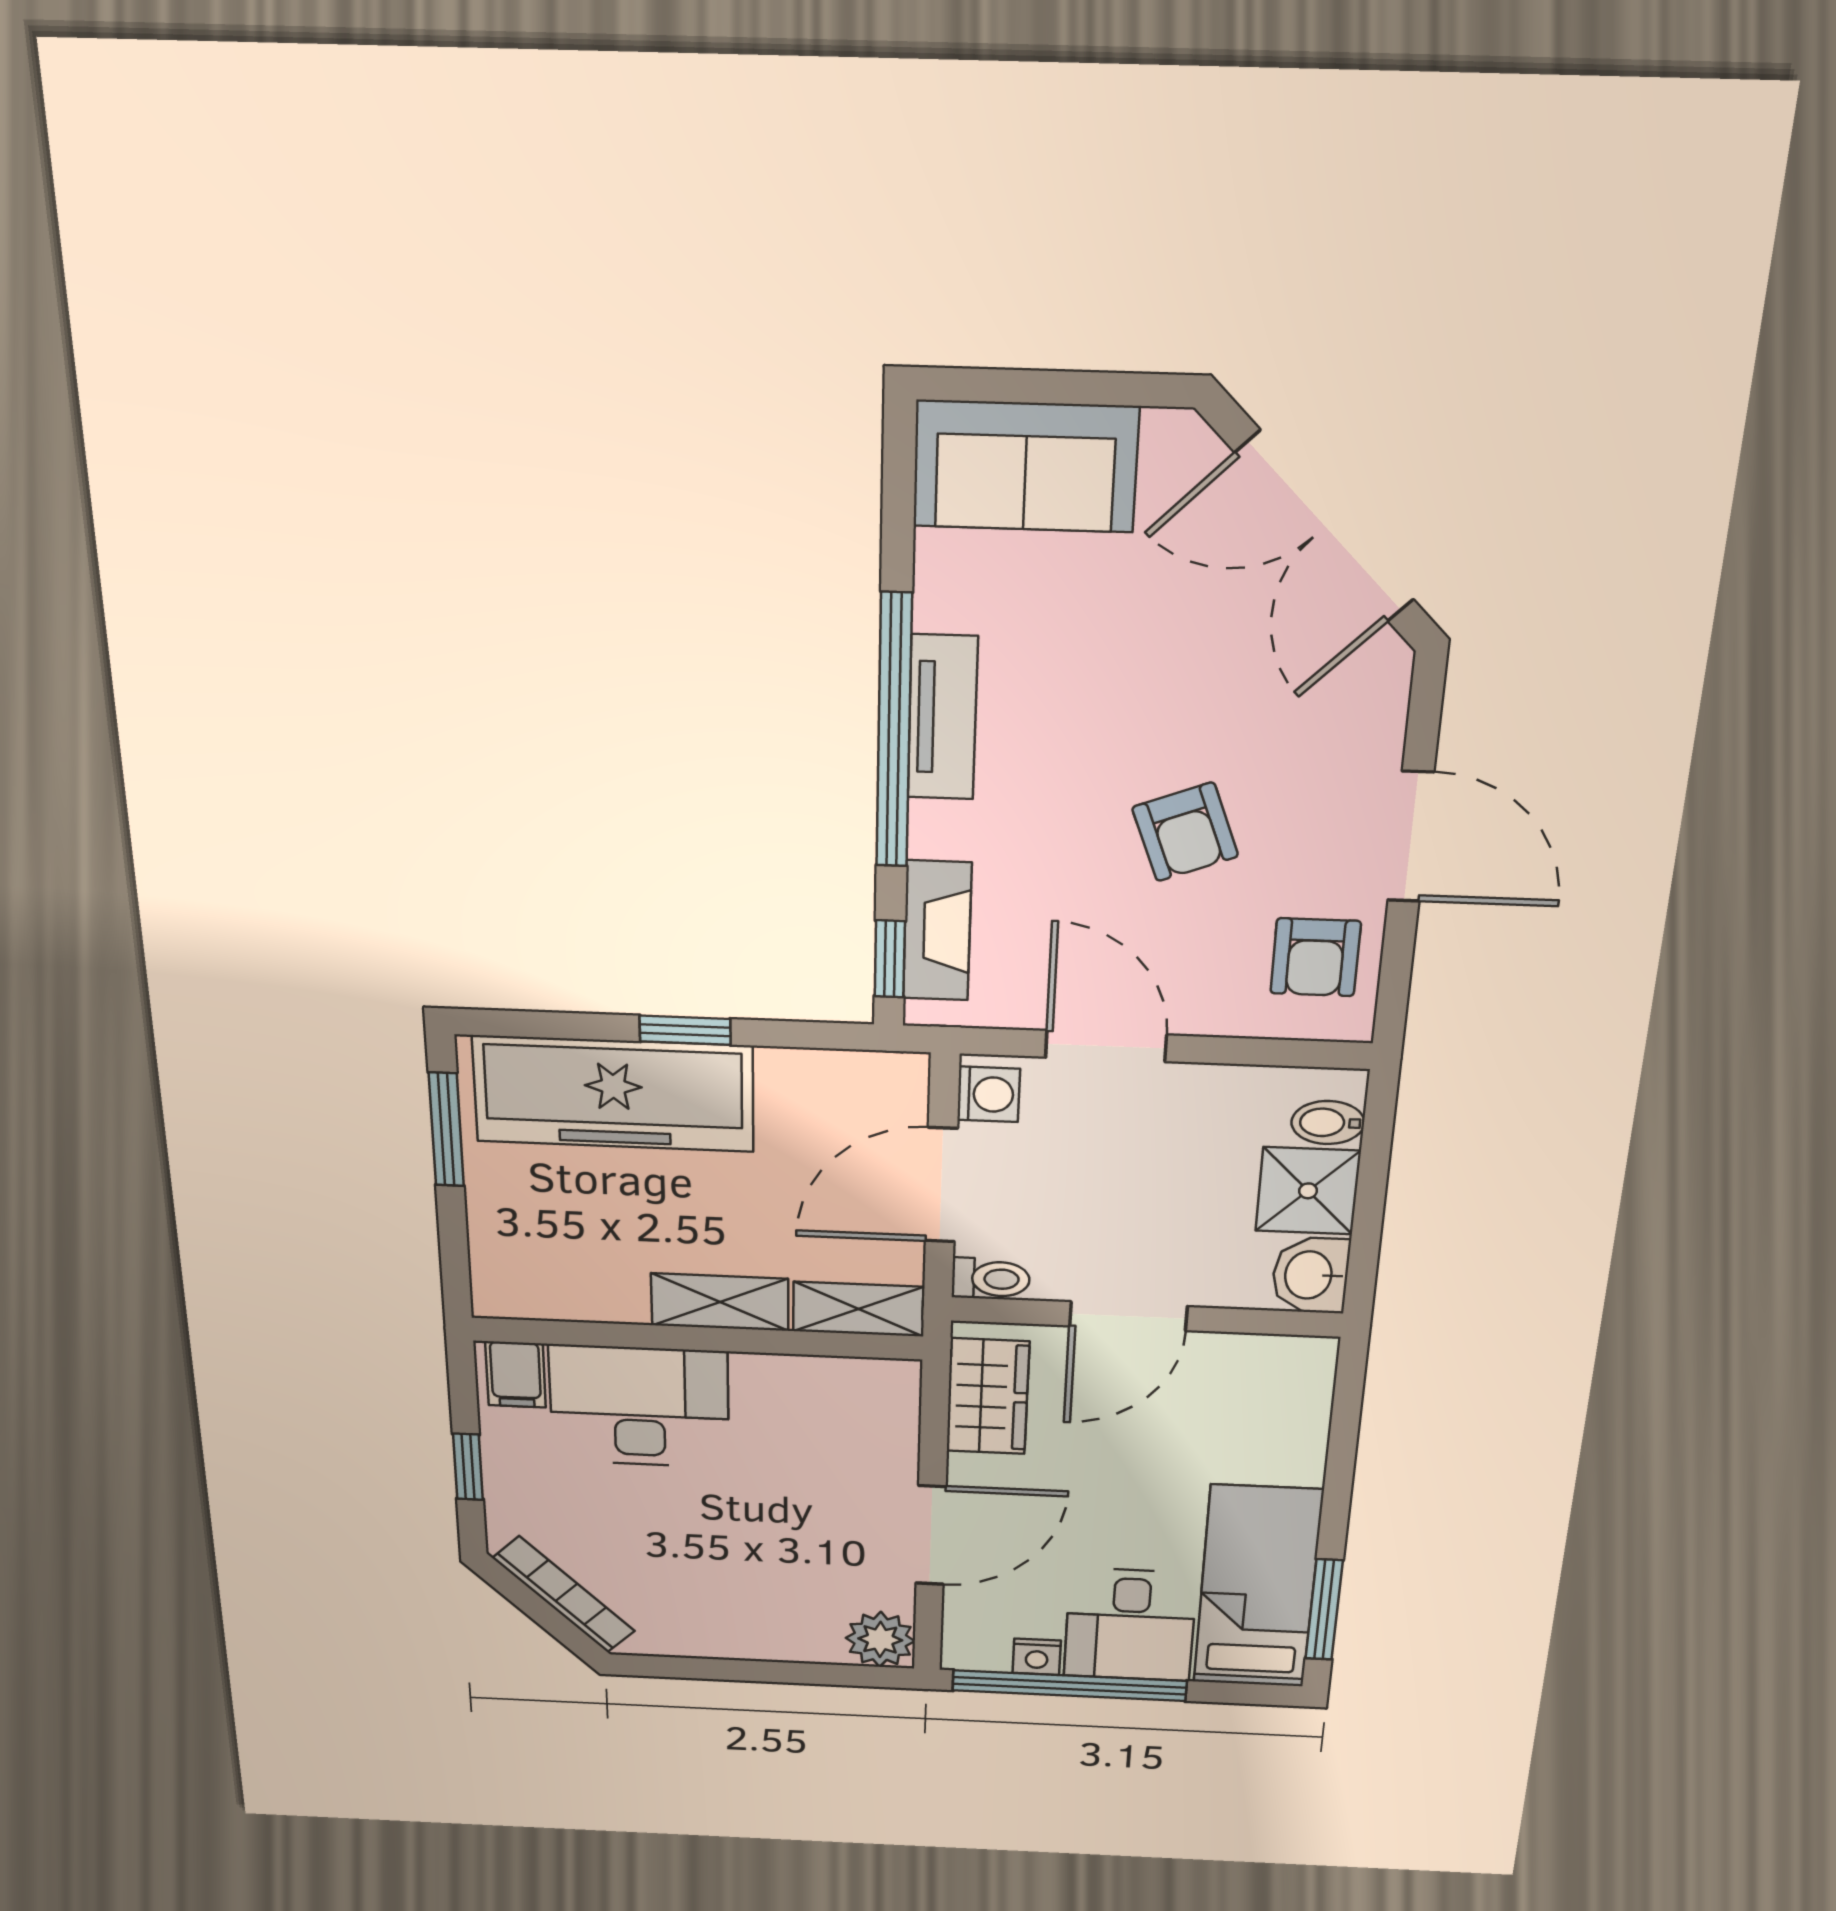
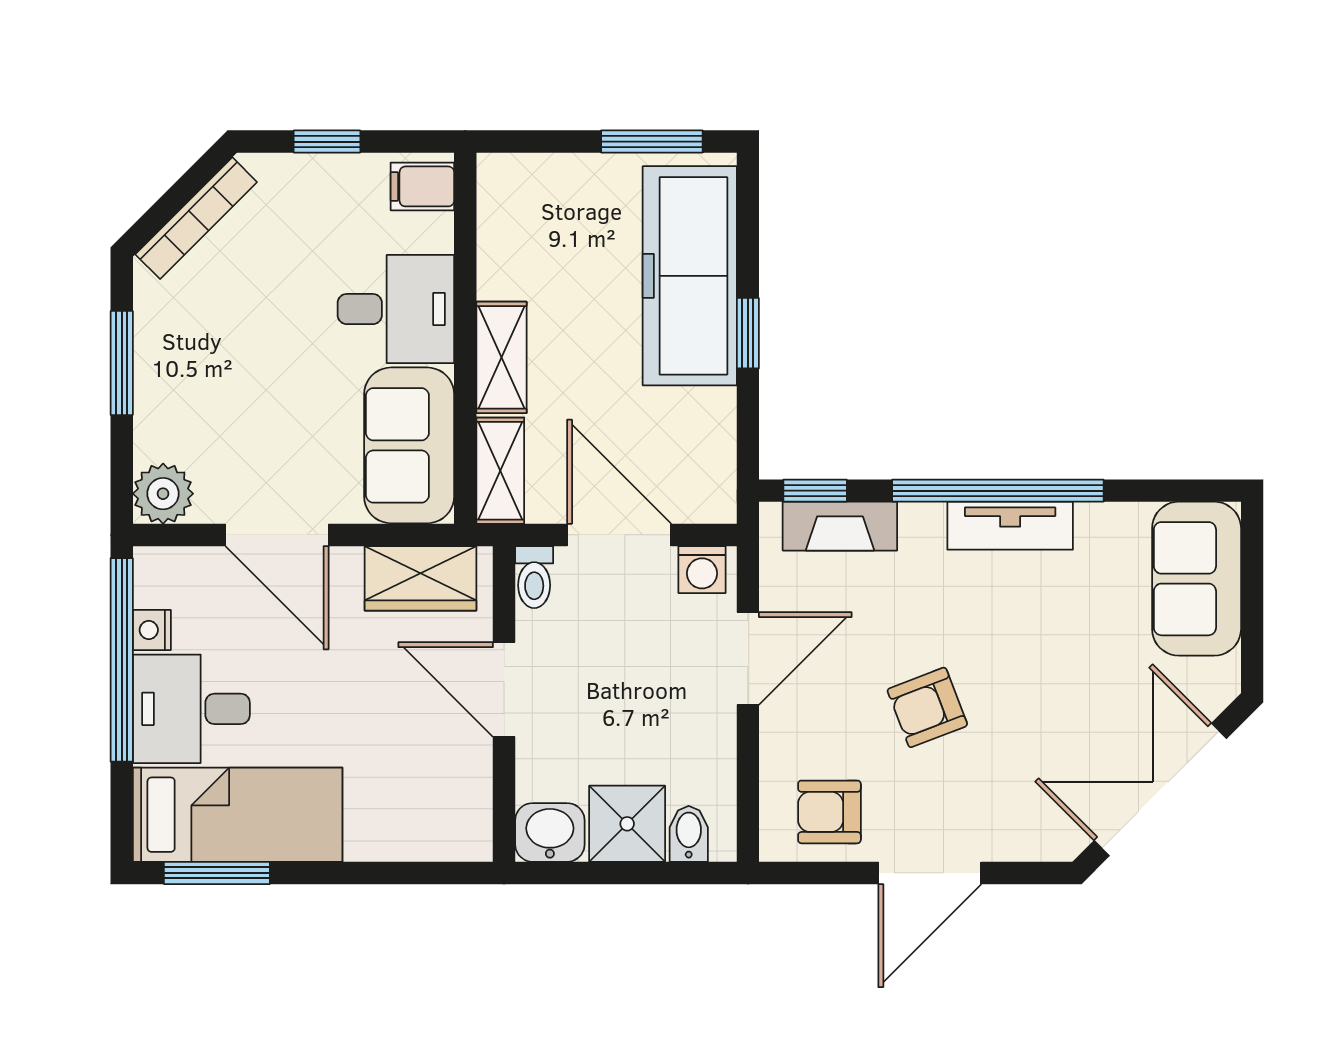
sofa: (827, 1401) -> (409, 445), added
desk: (639, 1406) -> (396, 309), width x0.73
window: (731, 1670) -> (122, 363), added

